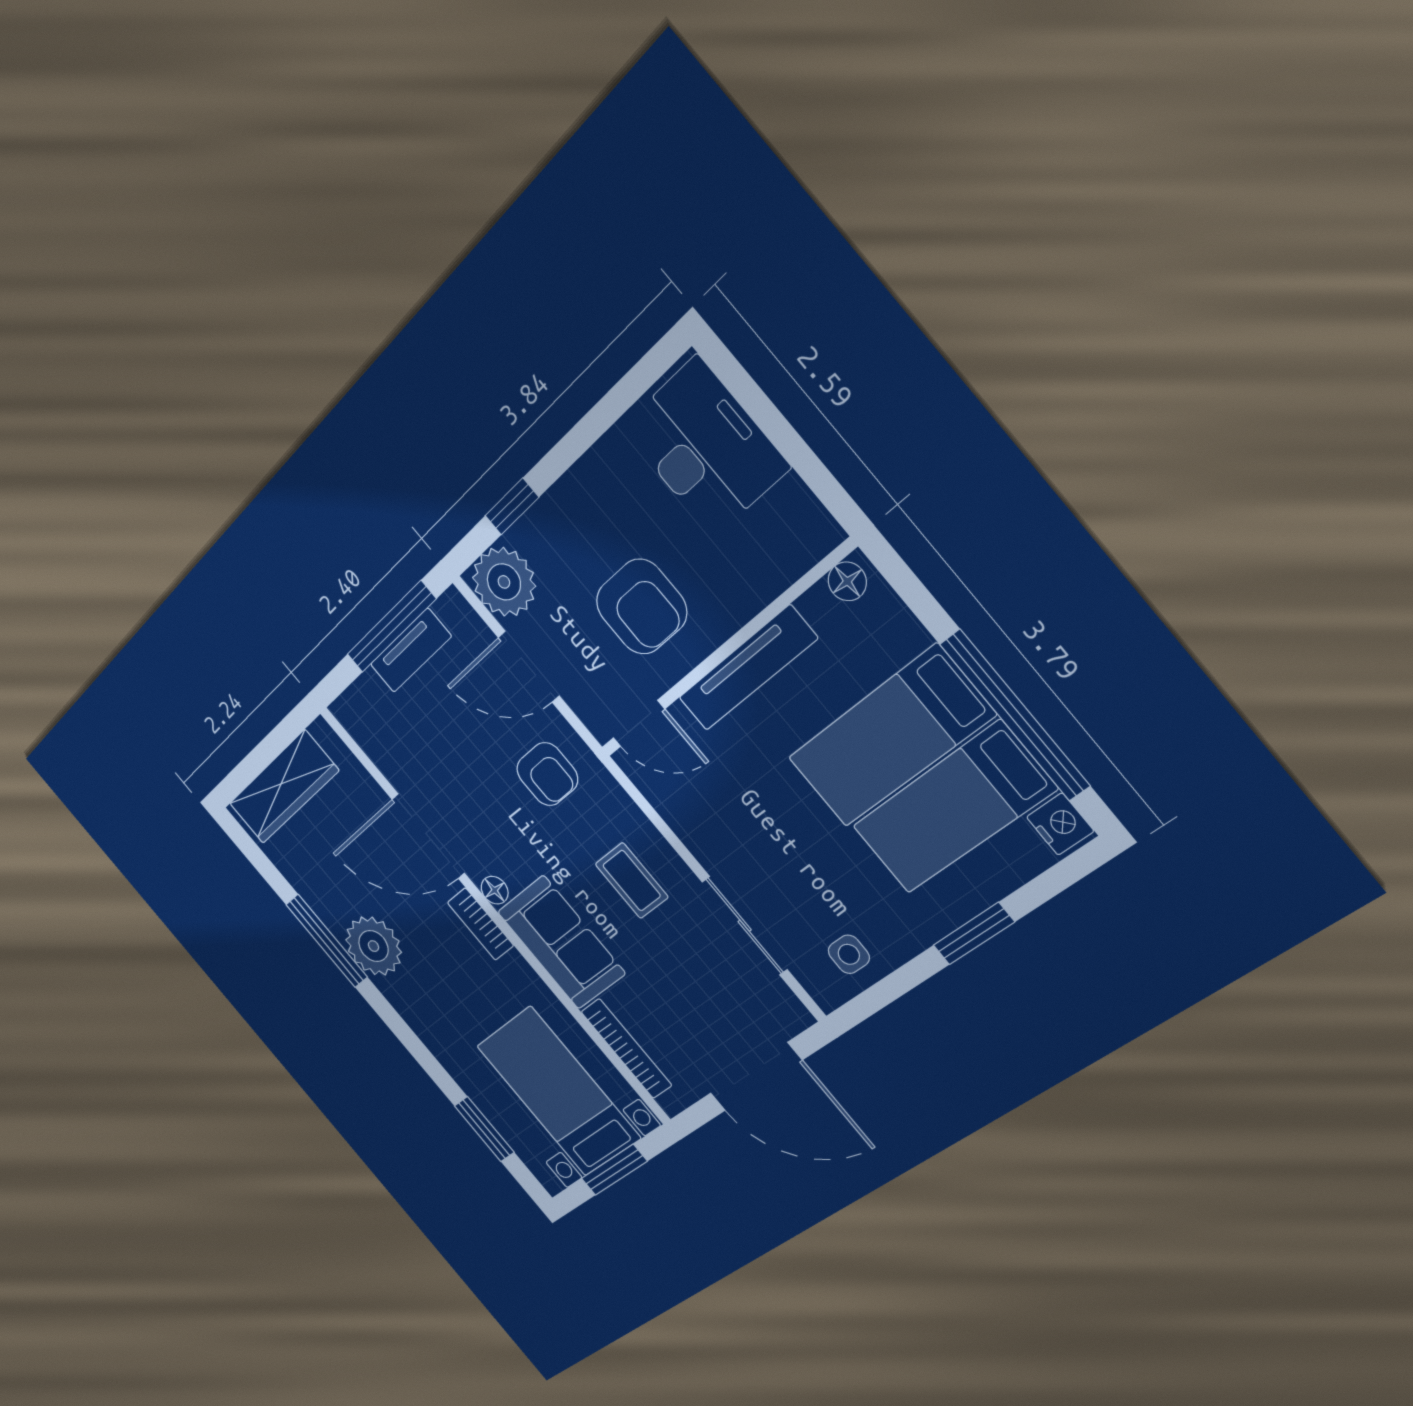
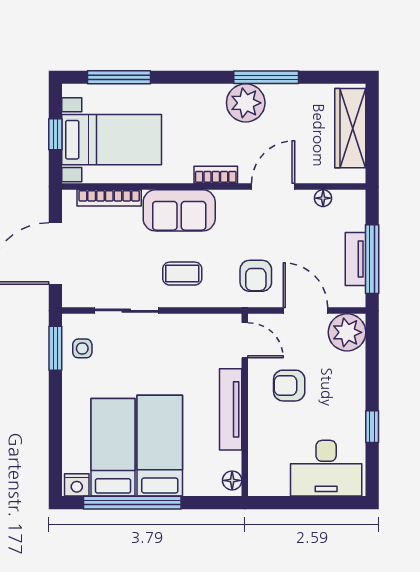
window: (512, 506) -> (372, 427), moved
armchair: (641, 607) -> (289, 386), width x0.72, depth x0.72
door: (529, 667) -> (305, 311), hinge flipped
door: (639, 723) -> (245, 340), swing flipped
armchair: (547, 774) -> (256, 276), turned -90
door: (428, 836) -> (273, 187), width x0.73
floor lamp: (495, 890) -> (323, 198), moved
window: (974, 934) -> (55, 348), moved
window: (484, 1129) -> (119, 77), width x1.44
window: (614, 1170) -> (55, 134), width x0.67

